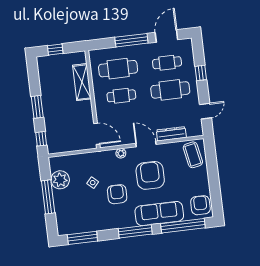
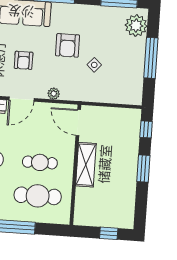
shelving: (82, 82) -> (86, 165), moved
door: (146, 144) -> (21, 99), hinge flipped
armchair: (150, 175) -> (24, 60), width x0.53, depth x0.53
plant: (60, 180) -> (136, 26), moved

